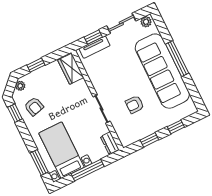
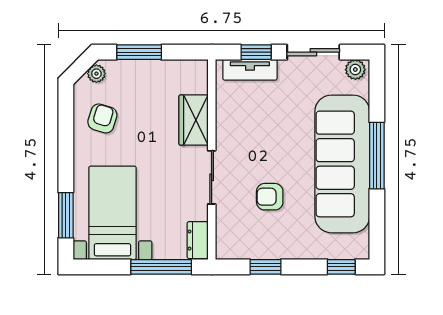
window: (36, 65) -> (139, 52), width x1.50
wardrobe: (71, 69) -> (193, 120), moved
armchair: (34, 106) -> (102, 118), turned -149
window: (15, 113) -> (66, 114), removed
window: (176, 127) -> (341, 267), moved
window: (88, 170) -> (161, 267), moved

